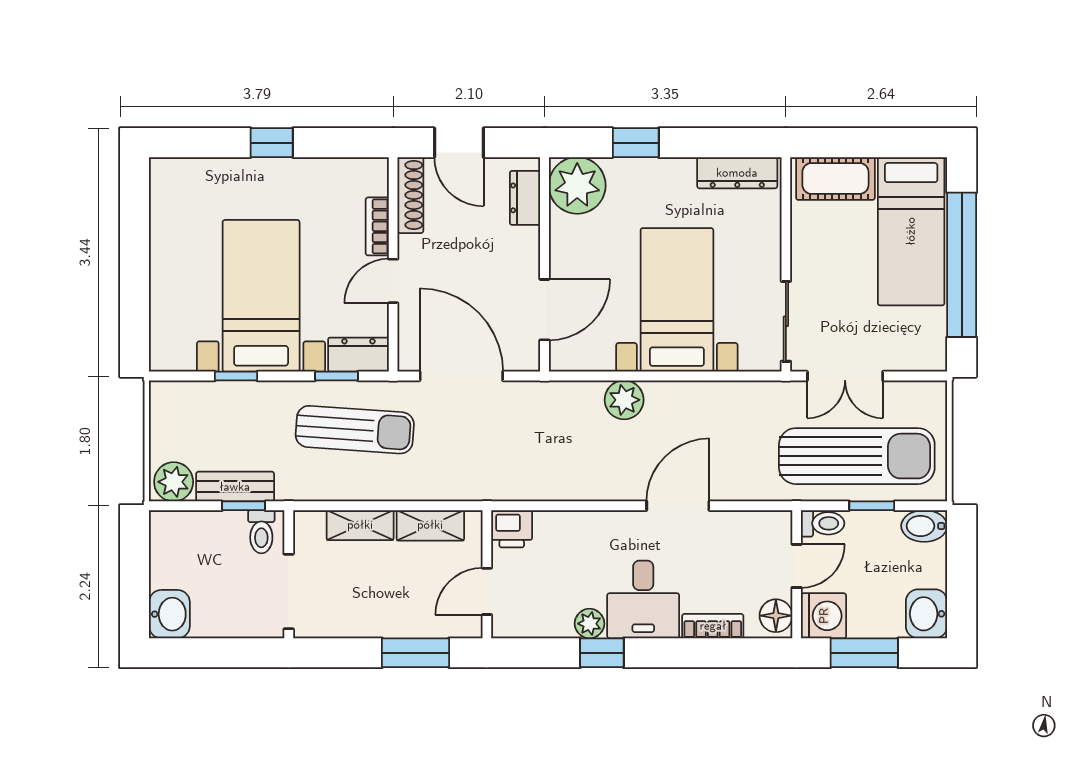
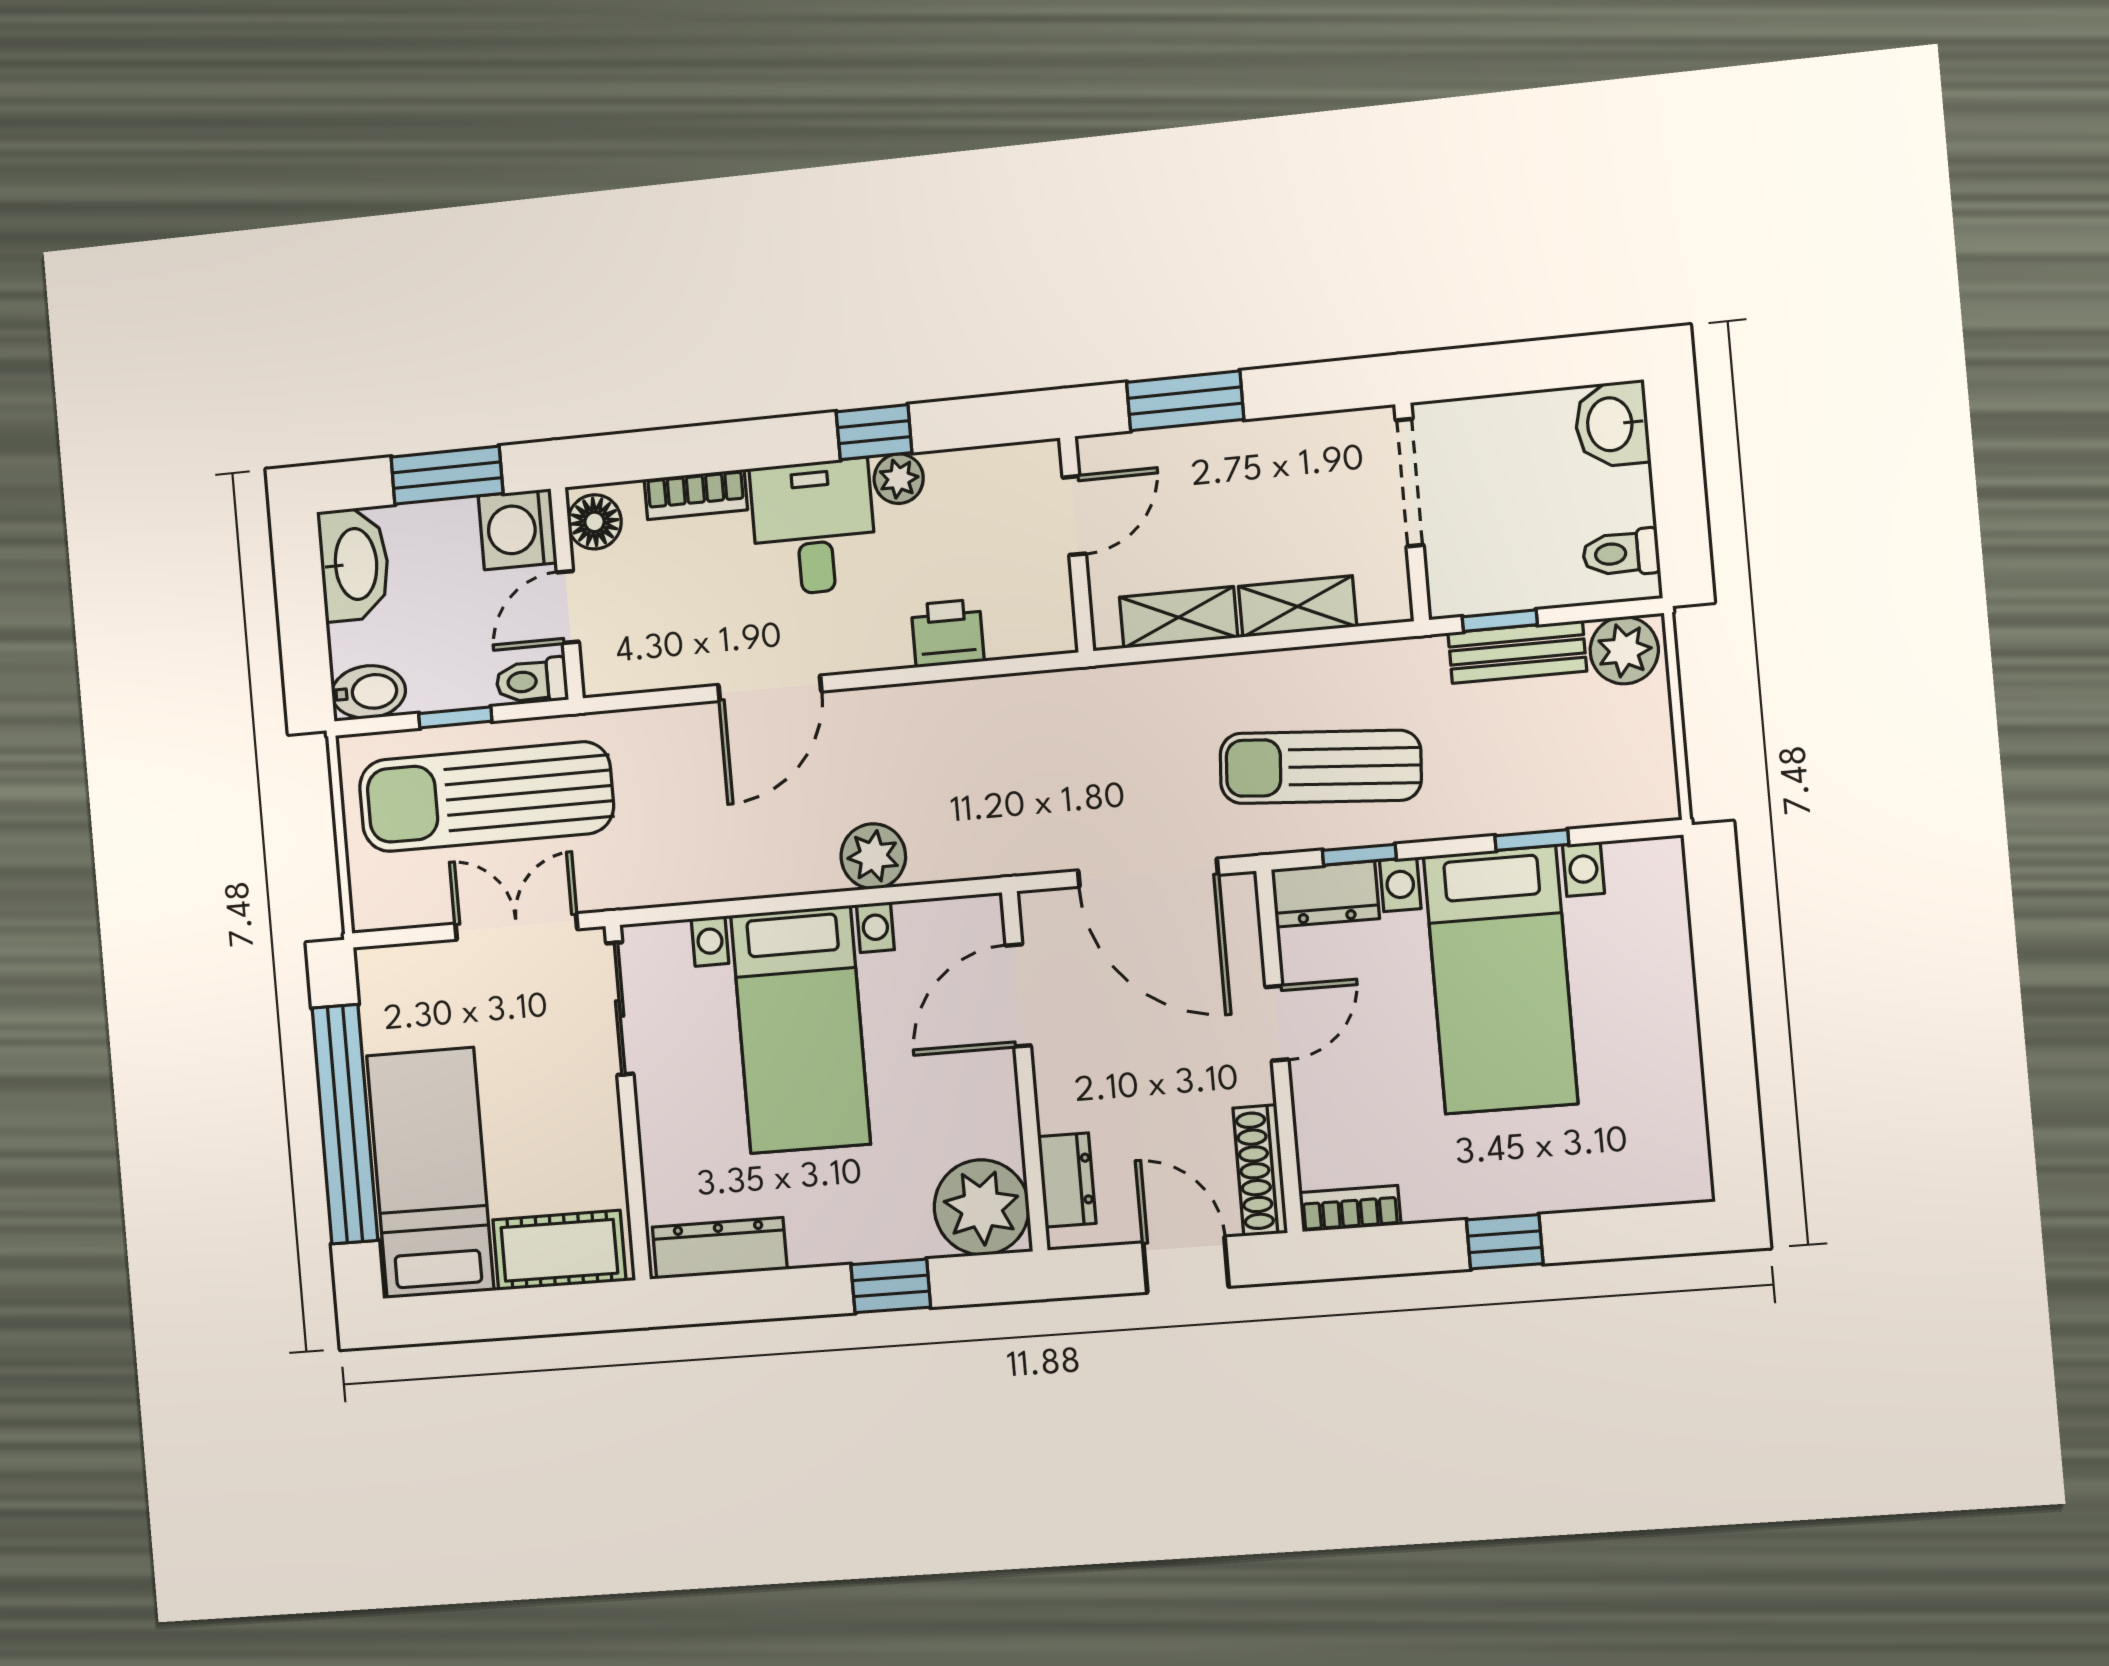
bookcase: (377, 226) -> (1350, 1209), moved, turned -90
printer: (512, 529) -> (948, 633), moved
toilet: (261, 532) -> (1621, 553), moved, turned -90
washbasin: (927, 614) -> (354, 564), width x1.38

